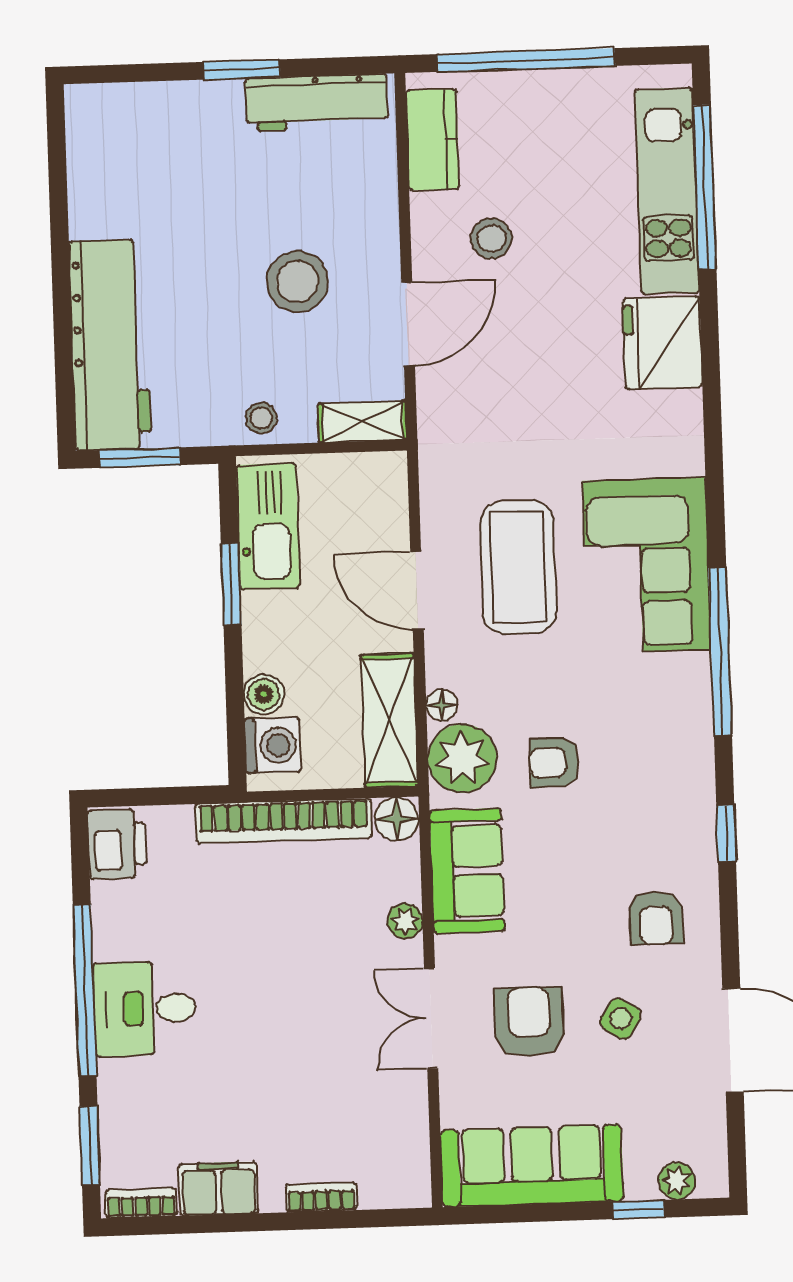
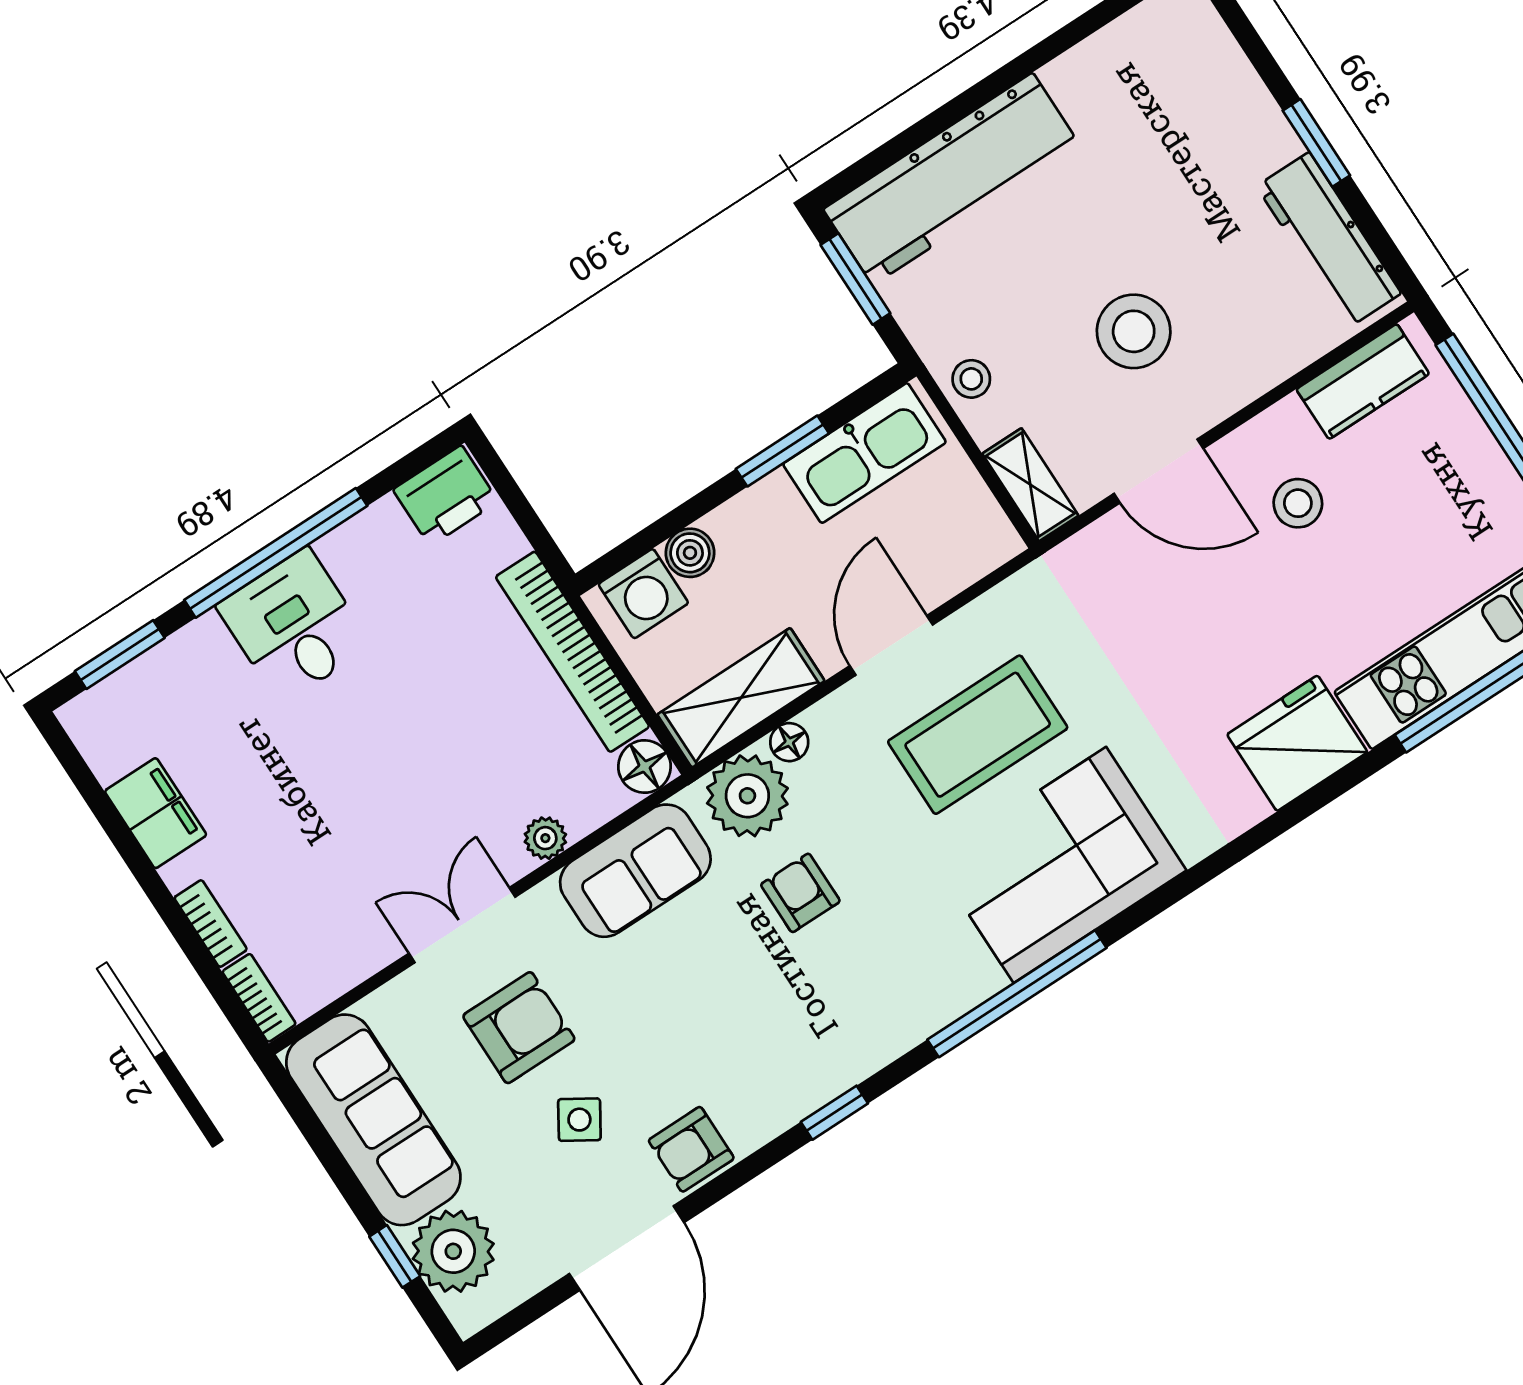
armchair: (656, 918) -> (691, 1149), moved
plant: (677, 1181) -> (453, 1251), width x1.88, depth x1.88
bookcase: (141, 1203) -> (259, 998), moved

